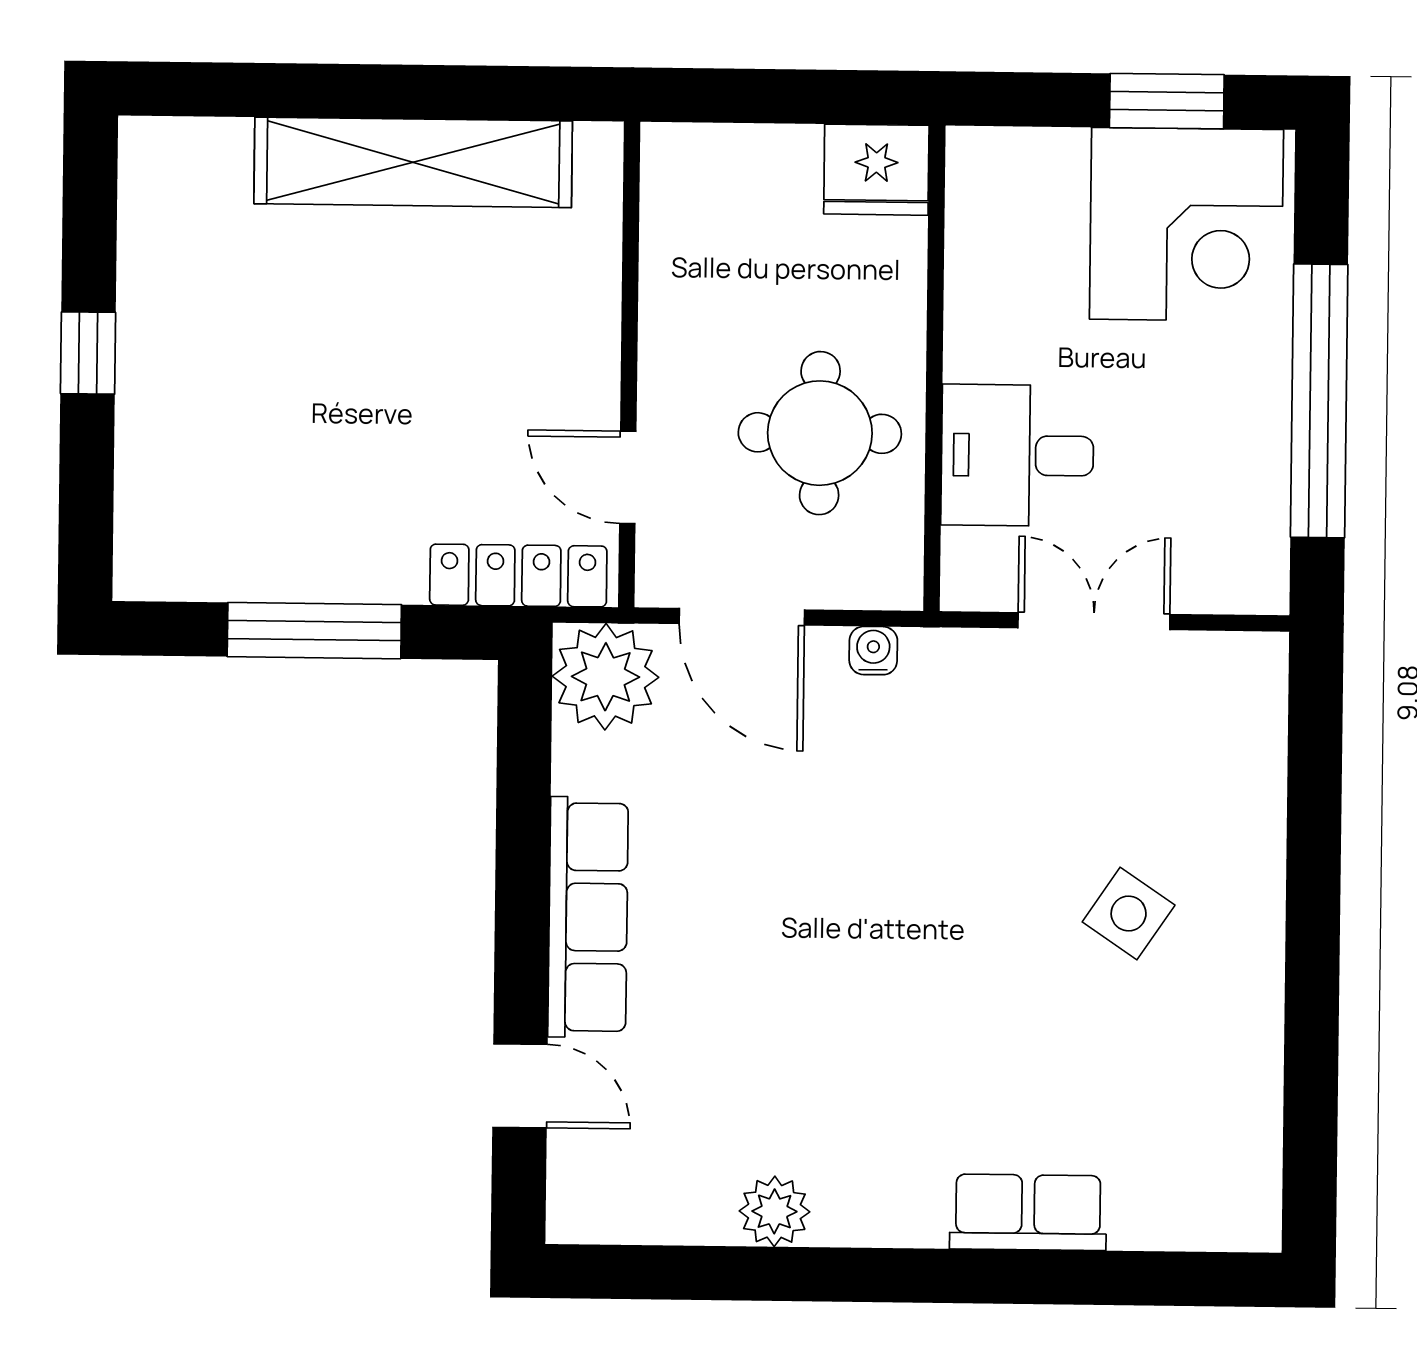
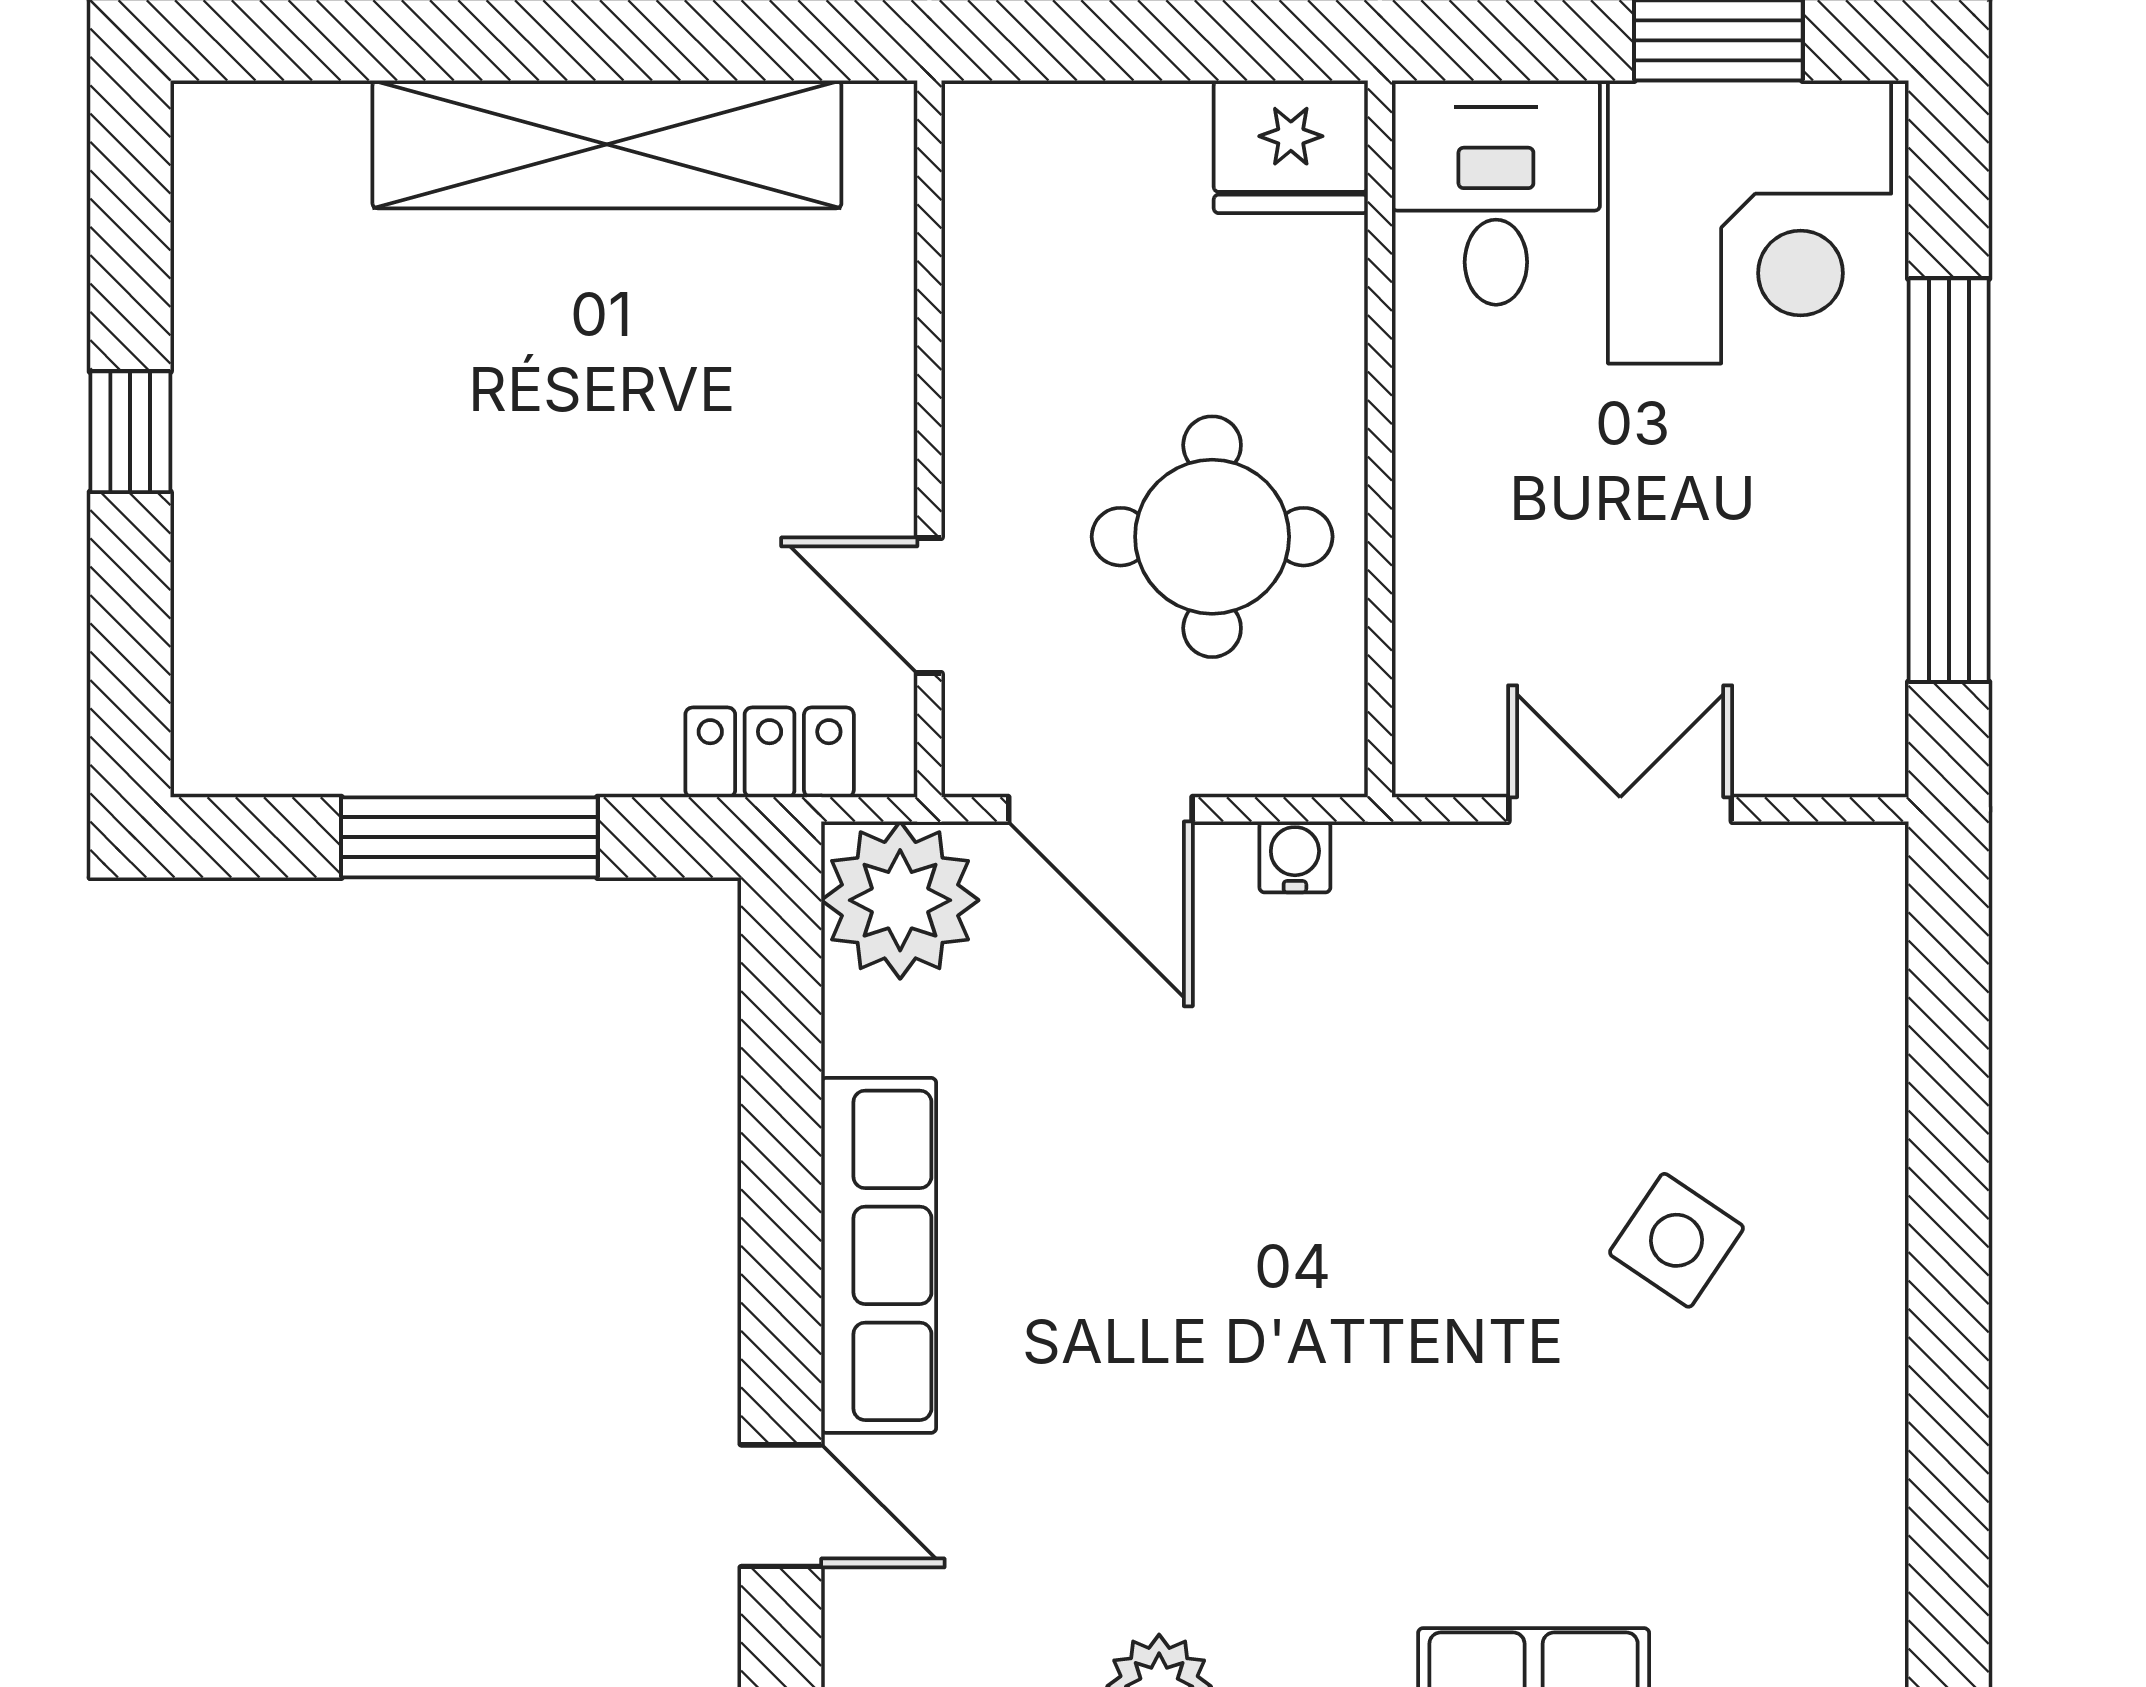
desk: (1017, 455) -> (1496, 193), moved, turned 90
locker: (518, 575) -> (770, 752), width x0.66

